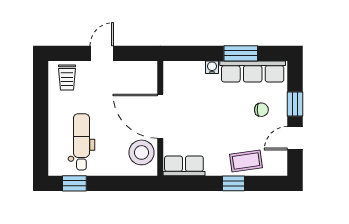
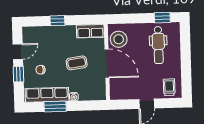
coffee table: (246, 161) -> (77, 63), moved

